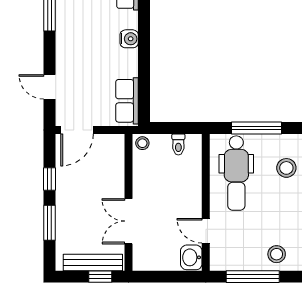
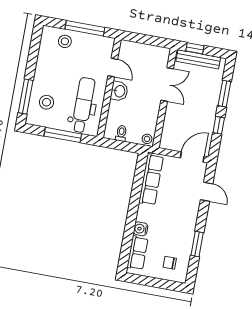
water cooler: (129, 39) -> (141, 229), moved
row of seats: (127, 101) -> (151, 179), width x1.48
washbasin: (191, 257) -> (119, 91), moved

